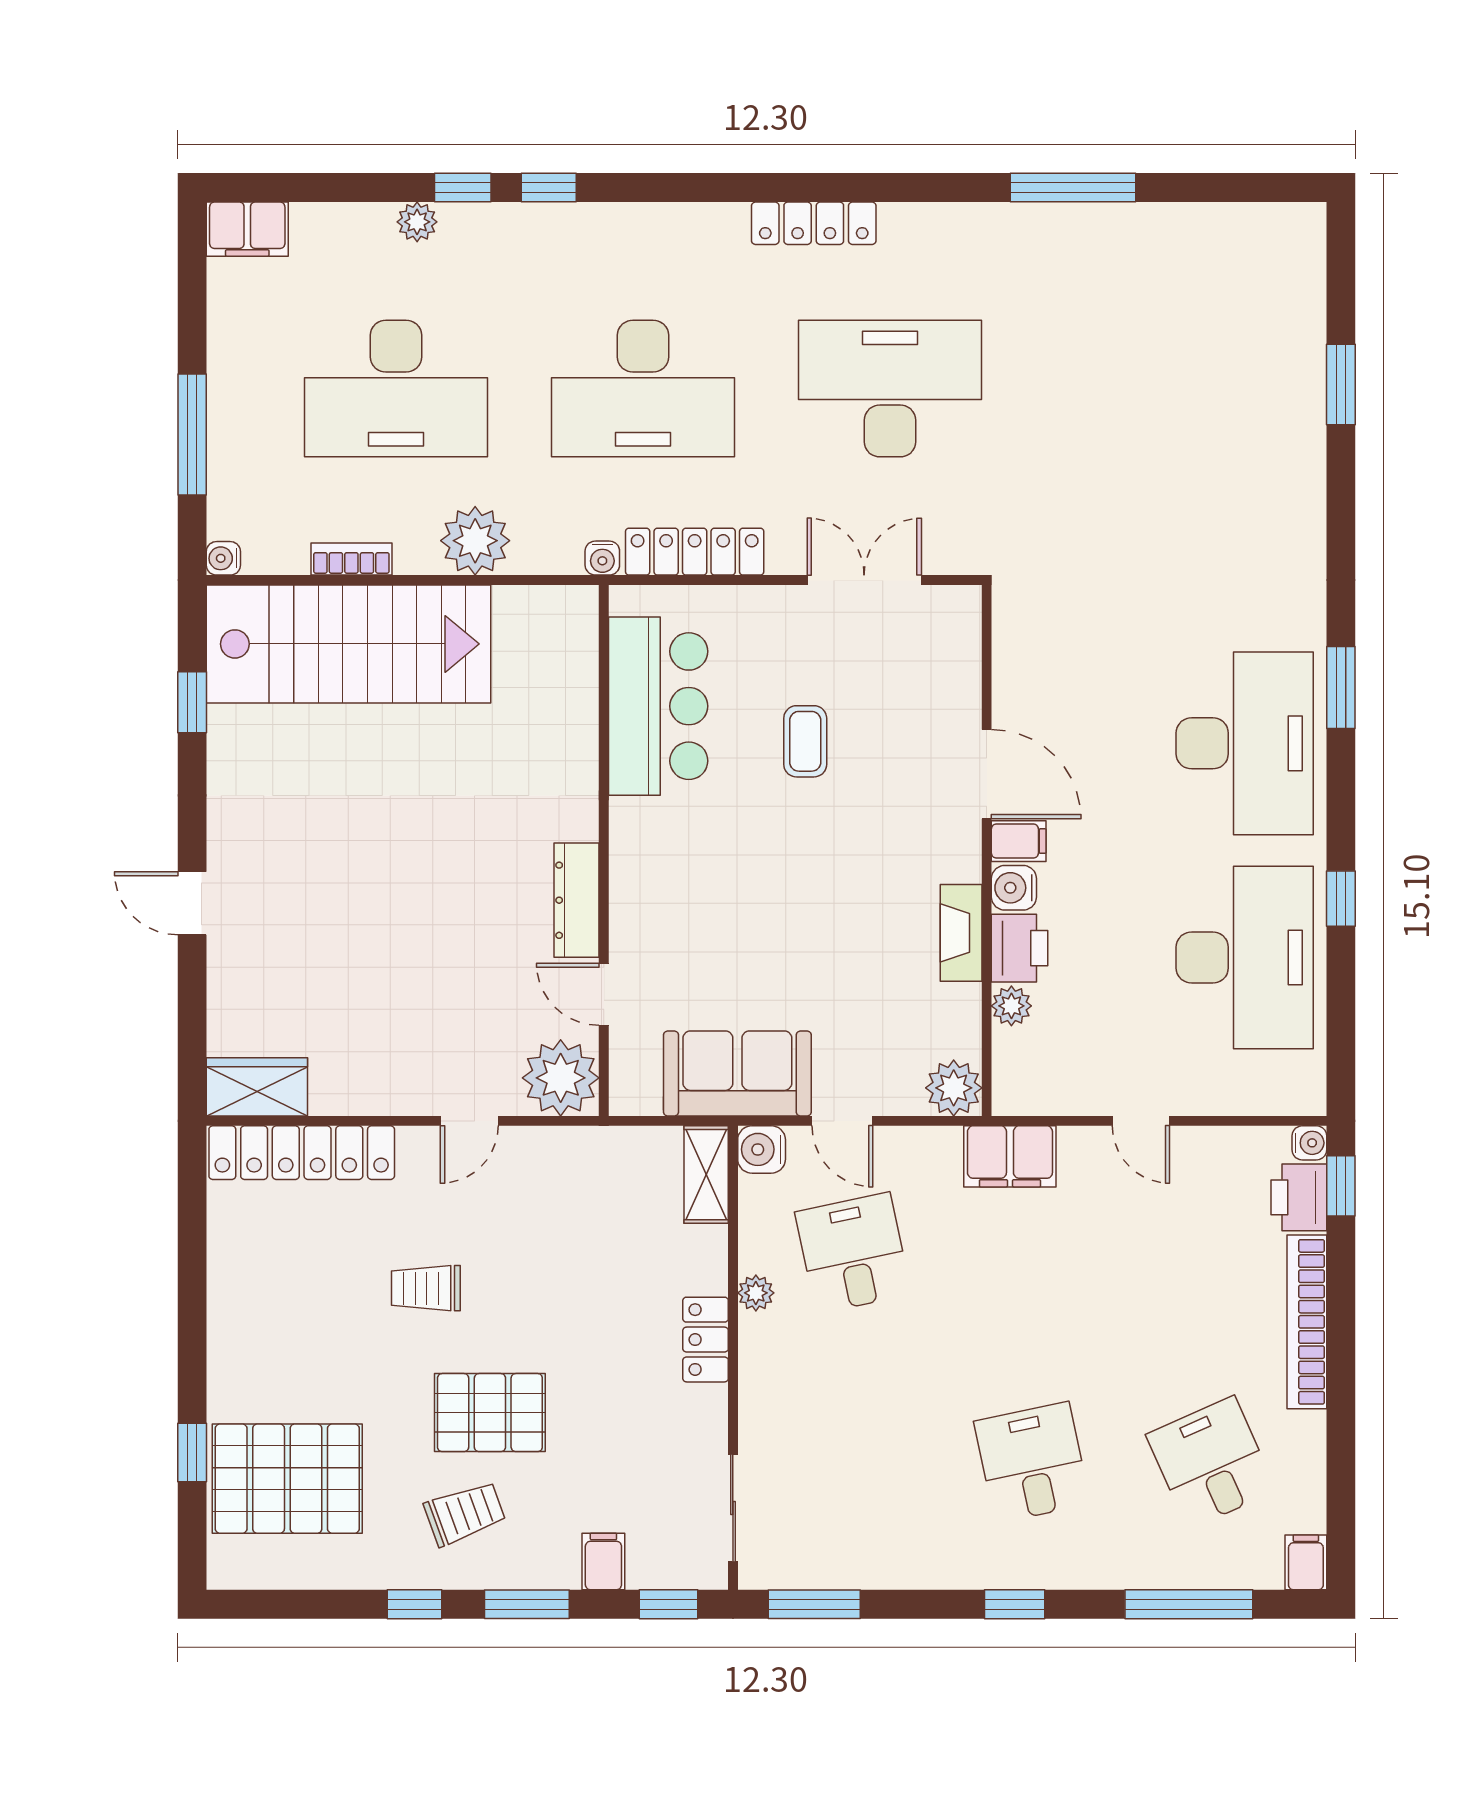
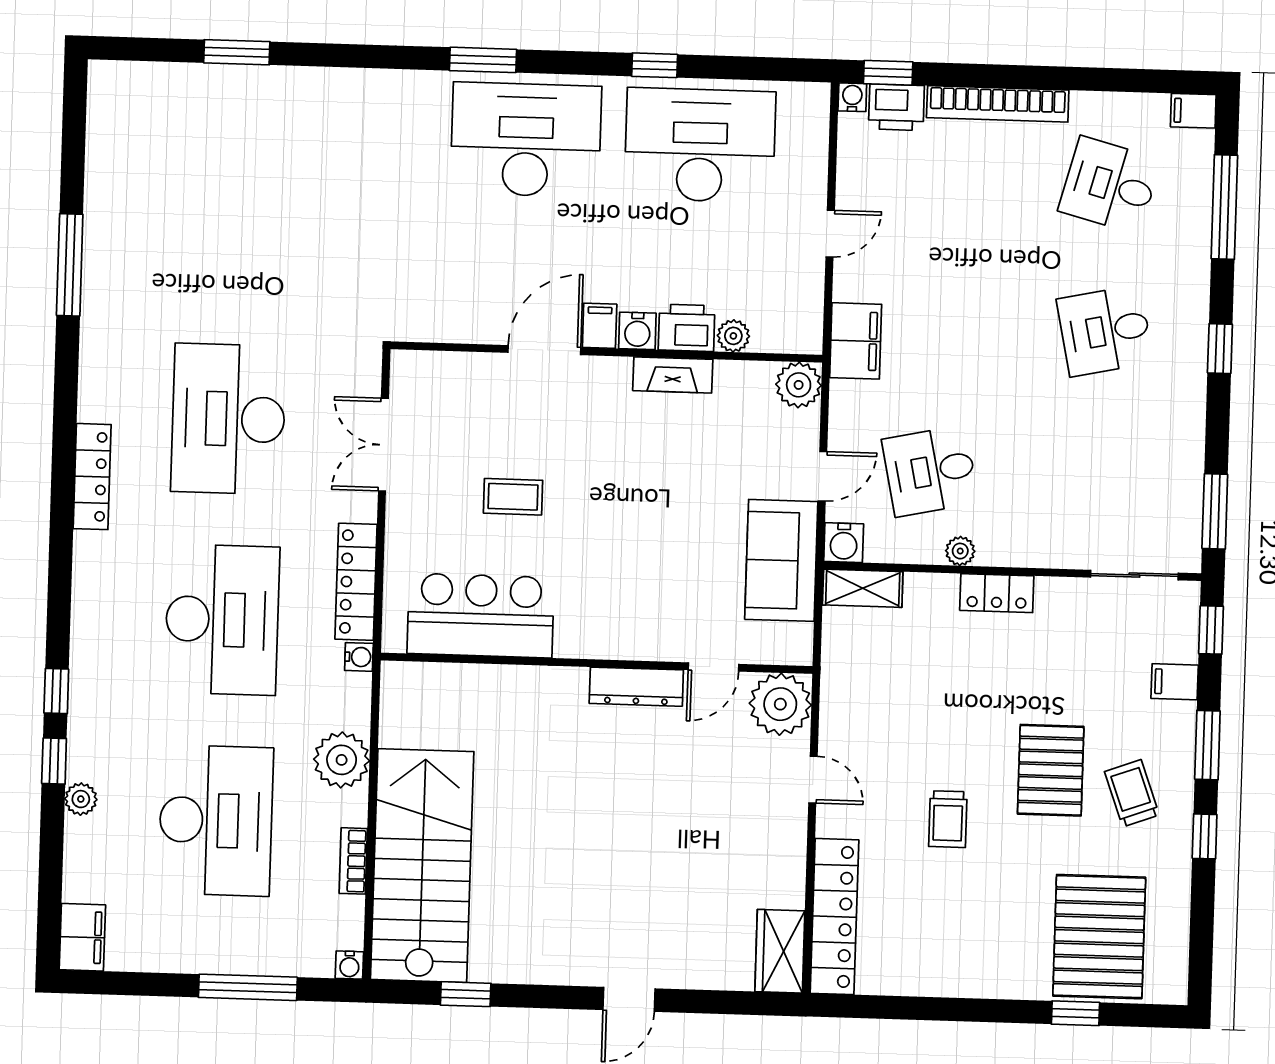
desk: (1211, 1463) -> (1110, 185), turned 39

